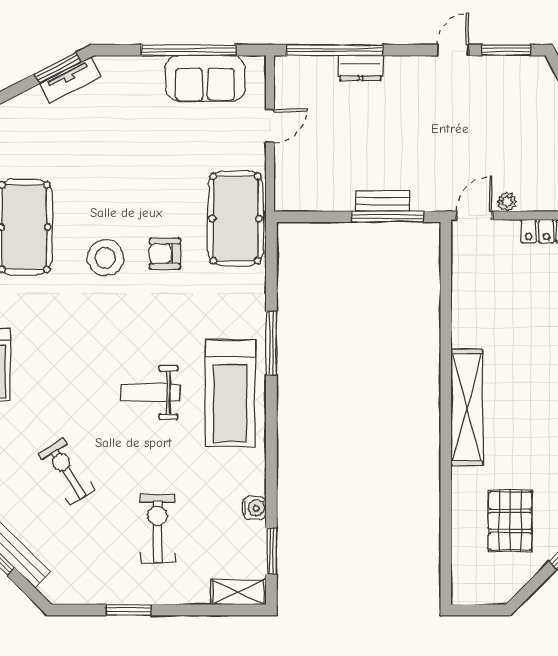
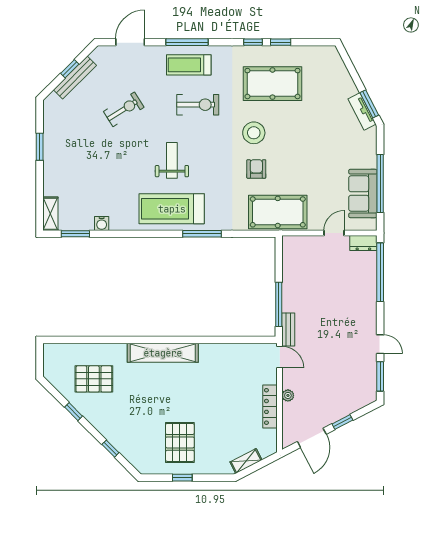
dresser: (360, 68) -> (363, 243), moved, turned -90
door: (270, 126) -> (334, 233), swing flipped
bench: (383, 201) -> (288, 329), moved
plant: (507, 202) -> (288, 395), moved
exercise bike: (157, 528) -> (198, 105), moved

